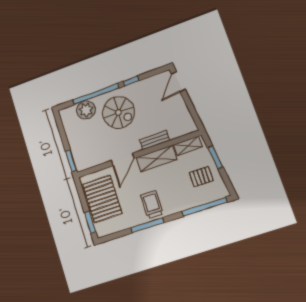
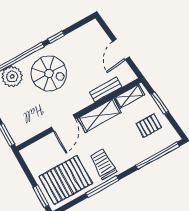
door: (178, 82) -> (121, 49), moved
bench: (154, 140) -> (106, 90), moved
pallet: (102, 199) -> (66, 180), moved, turned 90

